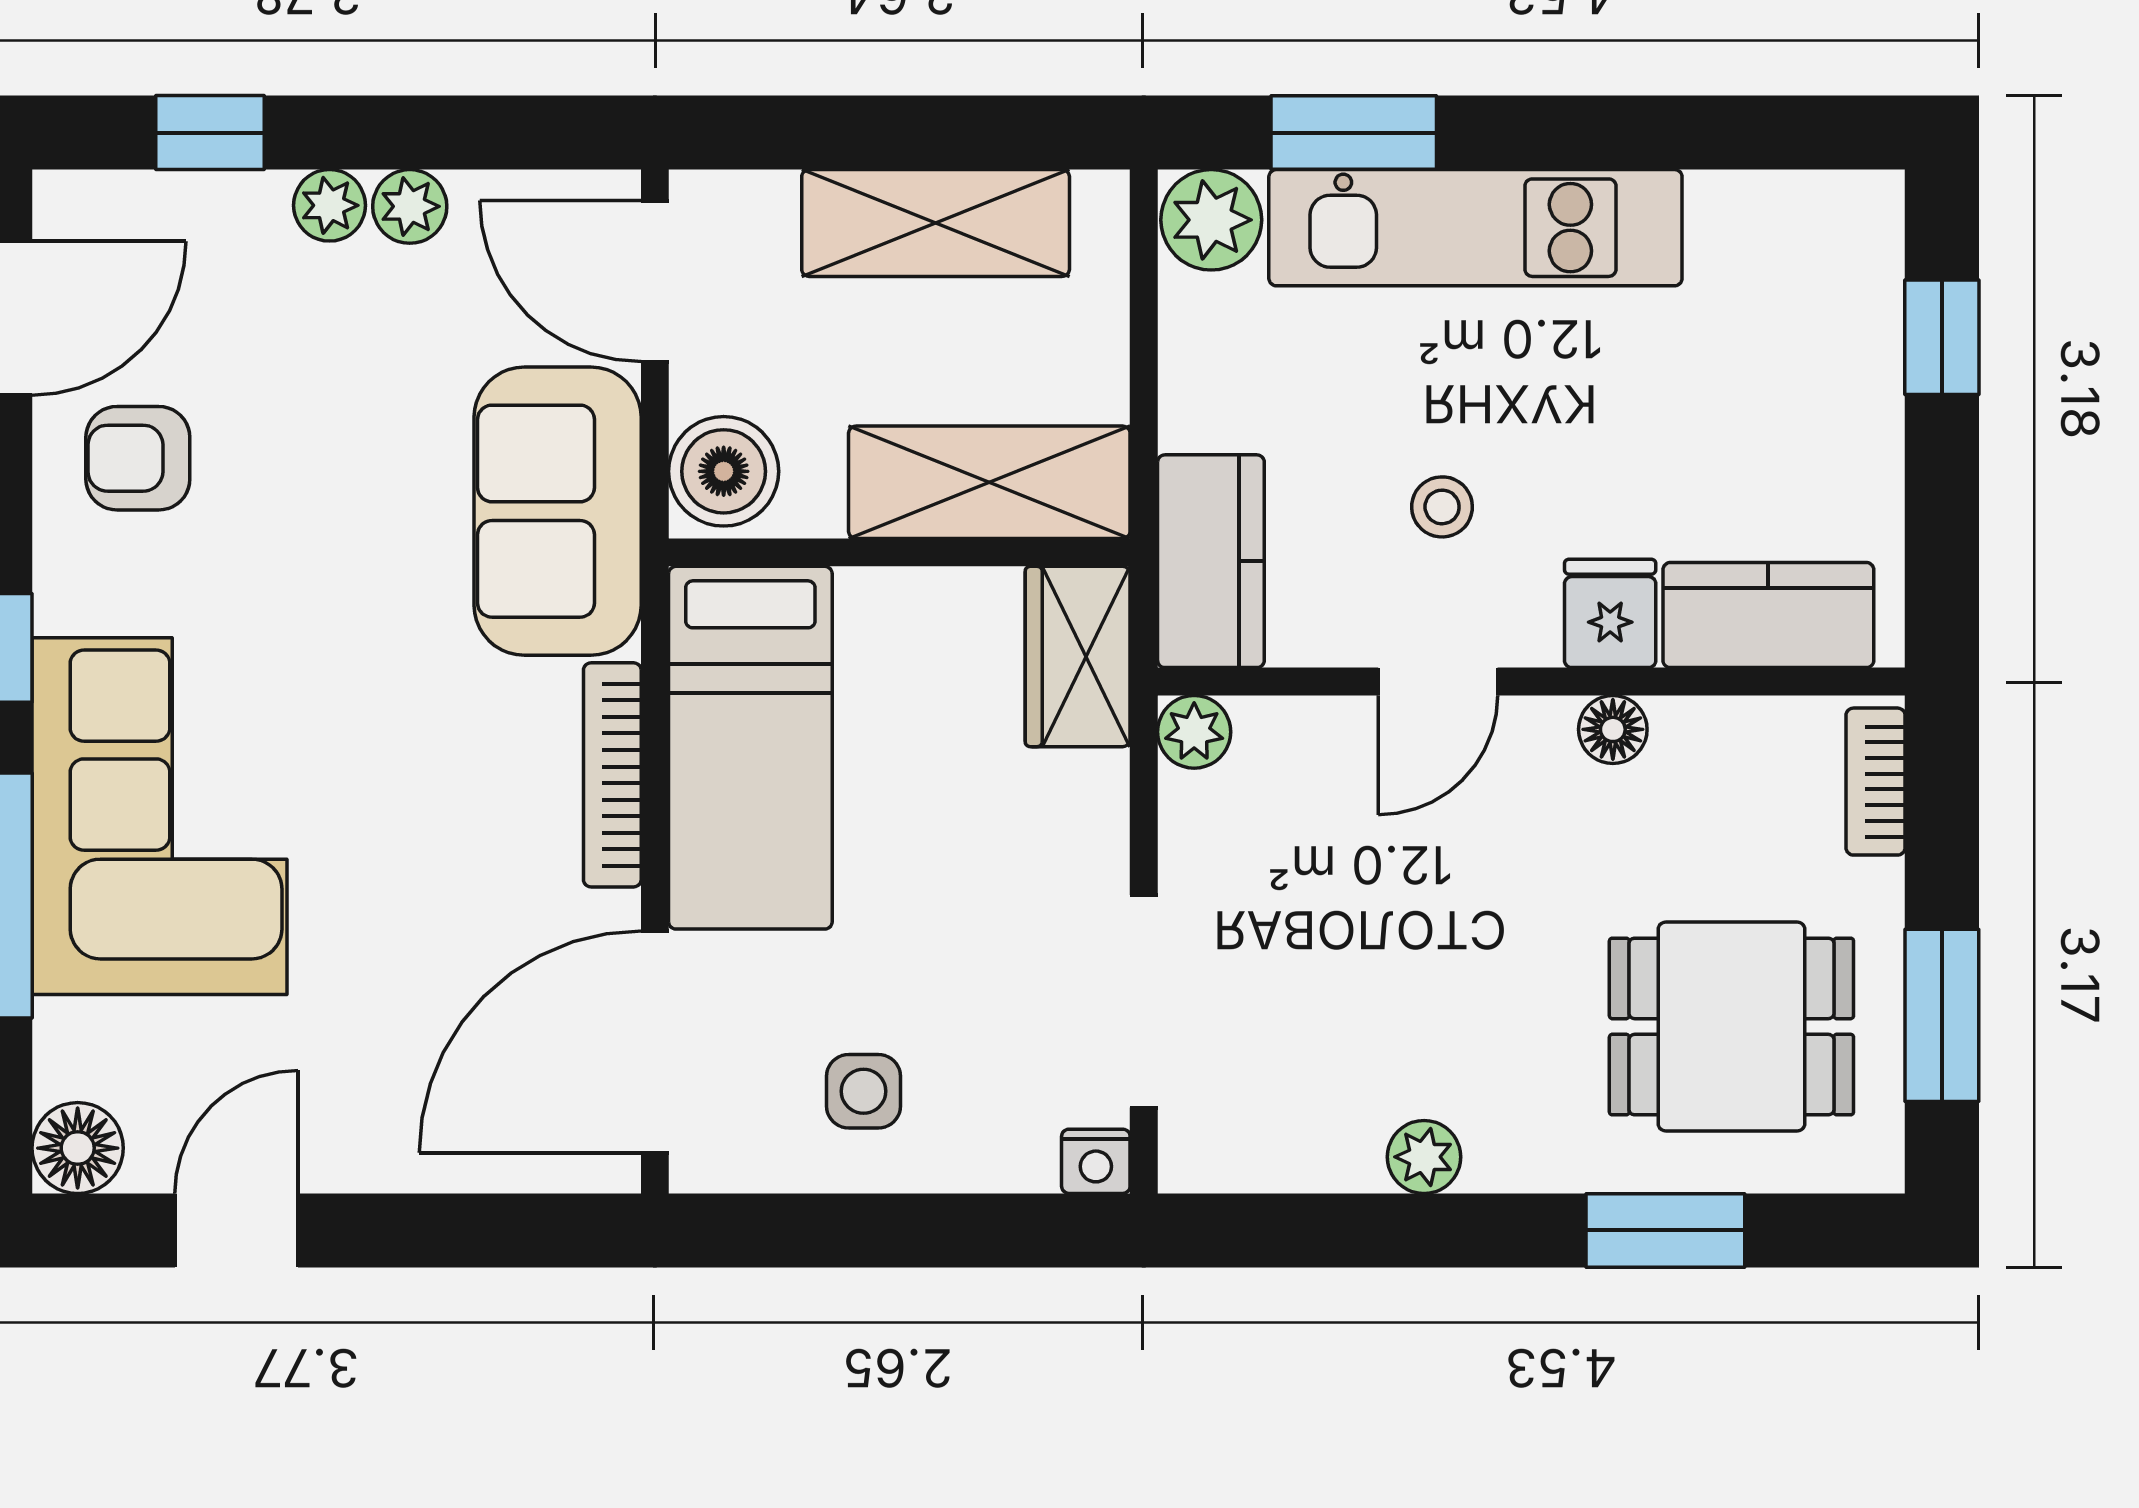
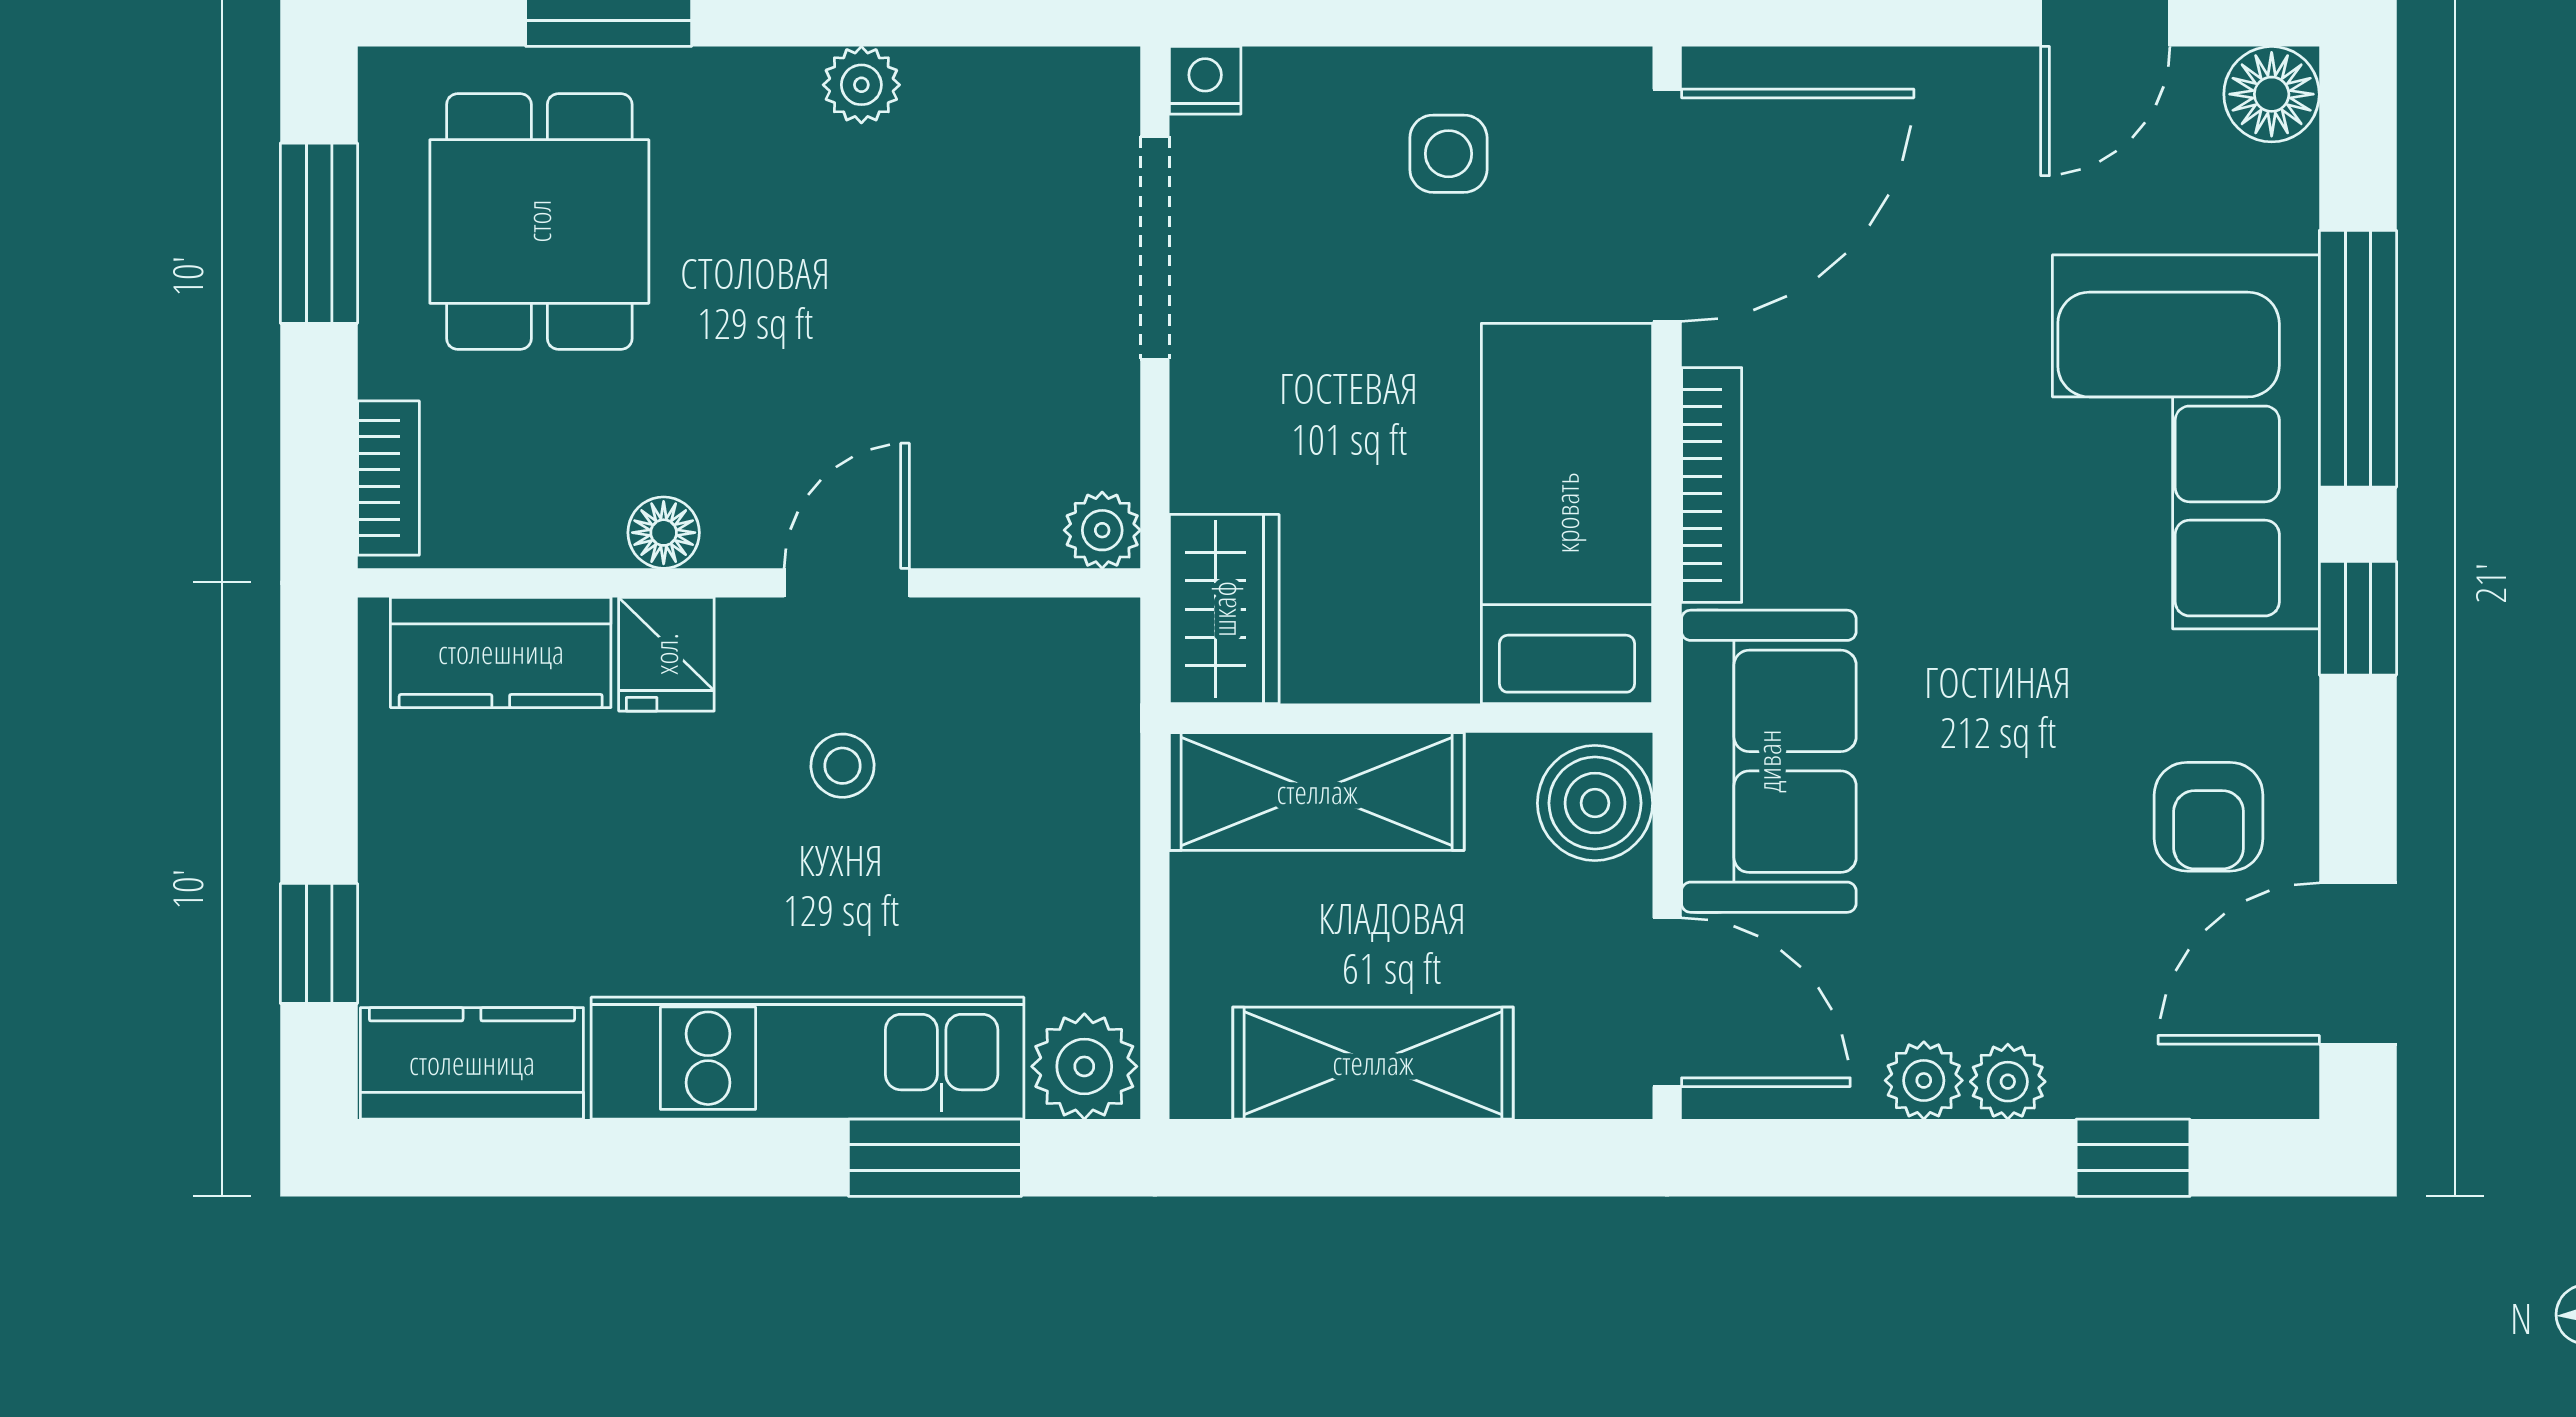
armchair: (138, 458) -> (2209, 817), turned 90
kitchen counter: (1211, 561) -> (472, 1063), moved, turned 90
dining table: (1731, 1026) -> (539, 221), turned 90

